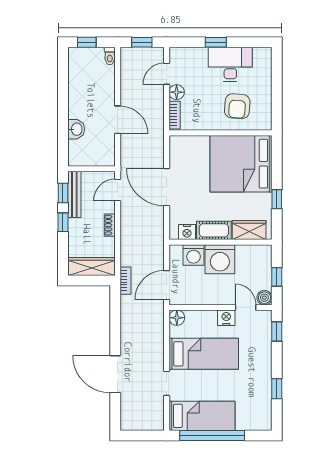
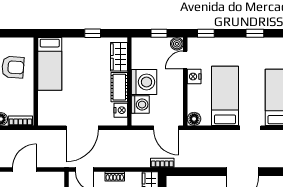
bed: (241, 164) -> (50, 64), width x0.49

